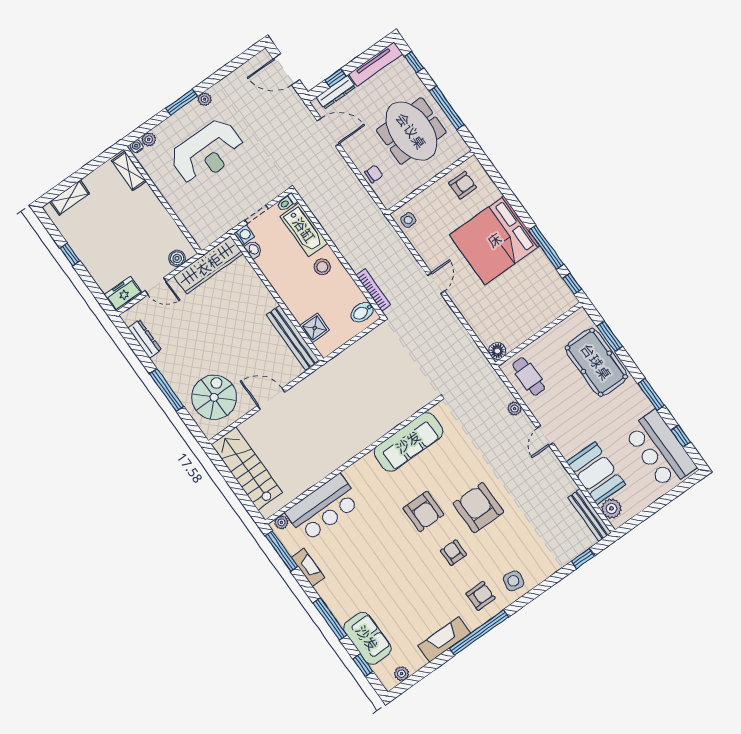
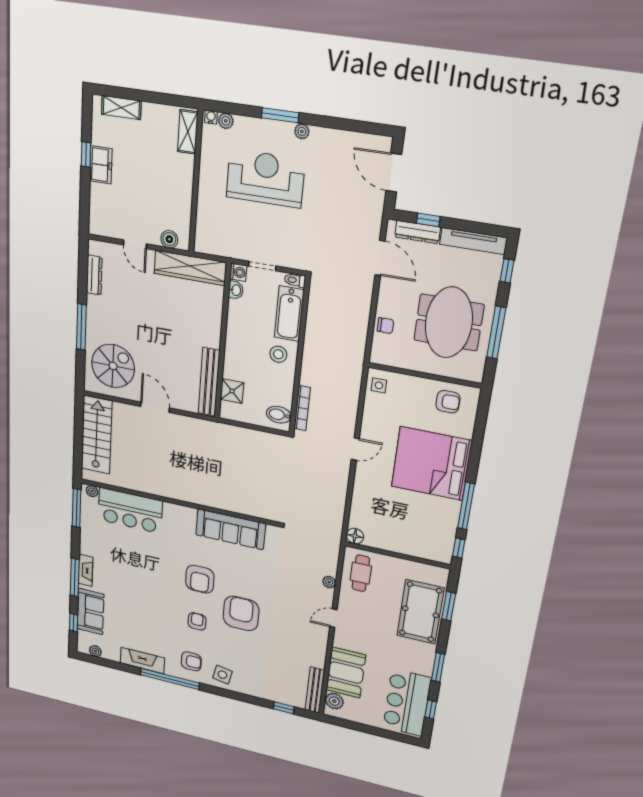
reception desk: (207, 152) -> (265, 178), turned 180
freezer: (123, 294) -> (101, 165), moved, turned 90
fireplace: (308, 567) -> (86, 570), moved

